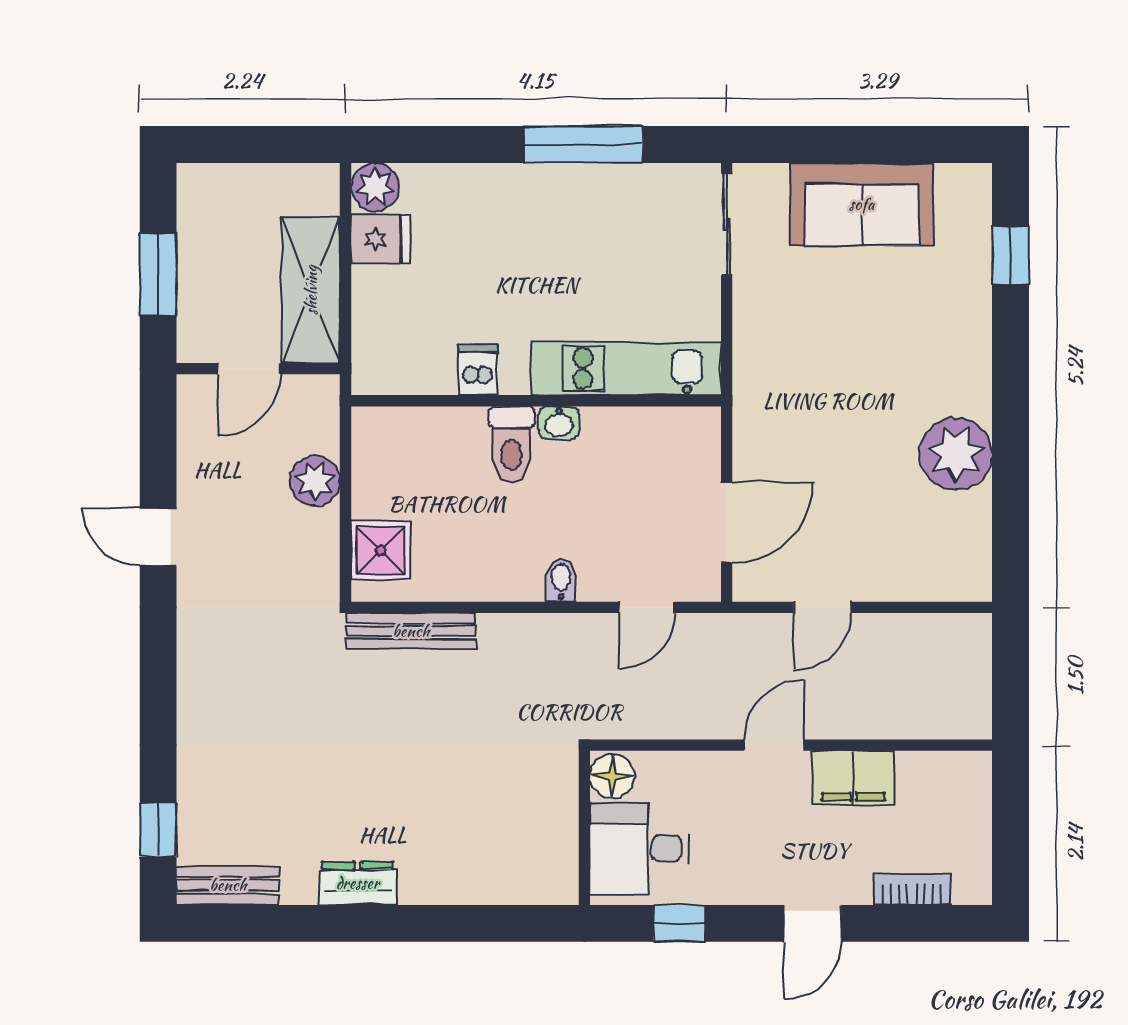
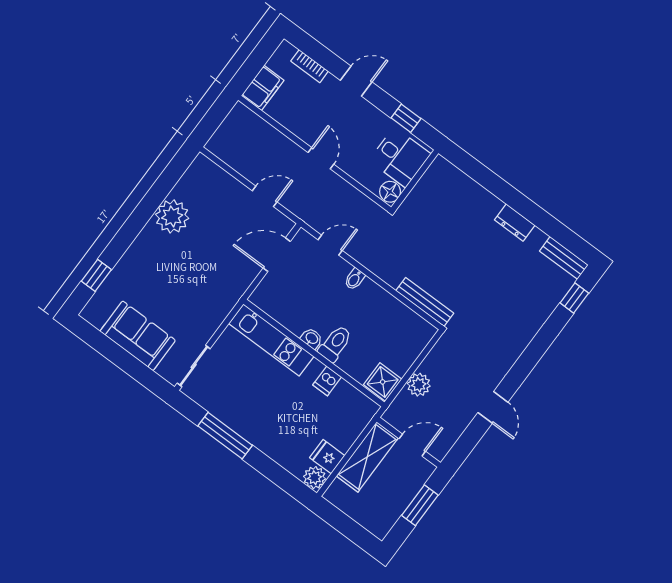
shower: (381, 550) -> (383, 382), moved
door: (774, 745) -> (321, 158), swing flipped
filing cabinet: (853, 778) -> (263, 88), moved, turned 90

